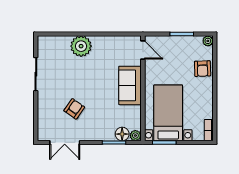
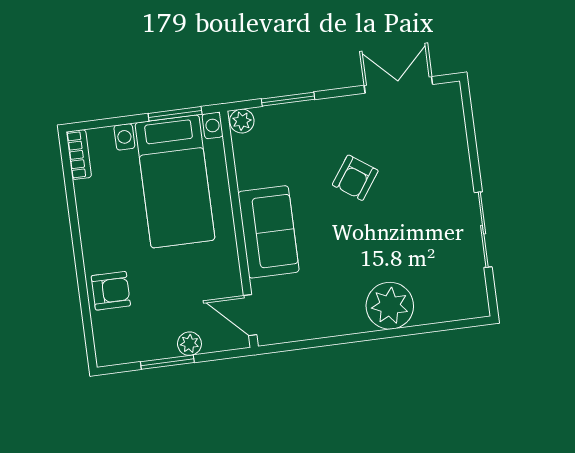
plant: (208, 41) -> (189, 344), moved
armchair: (203, 69) -> (111, 291), turned 92
armchair: (74, 109) -> (355, 178), moved
floor lamp: (122, 134) -> (272, 121), removed

